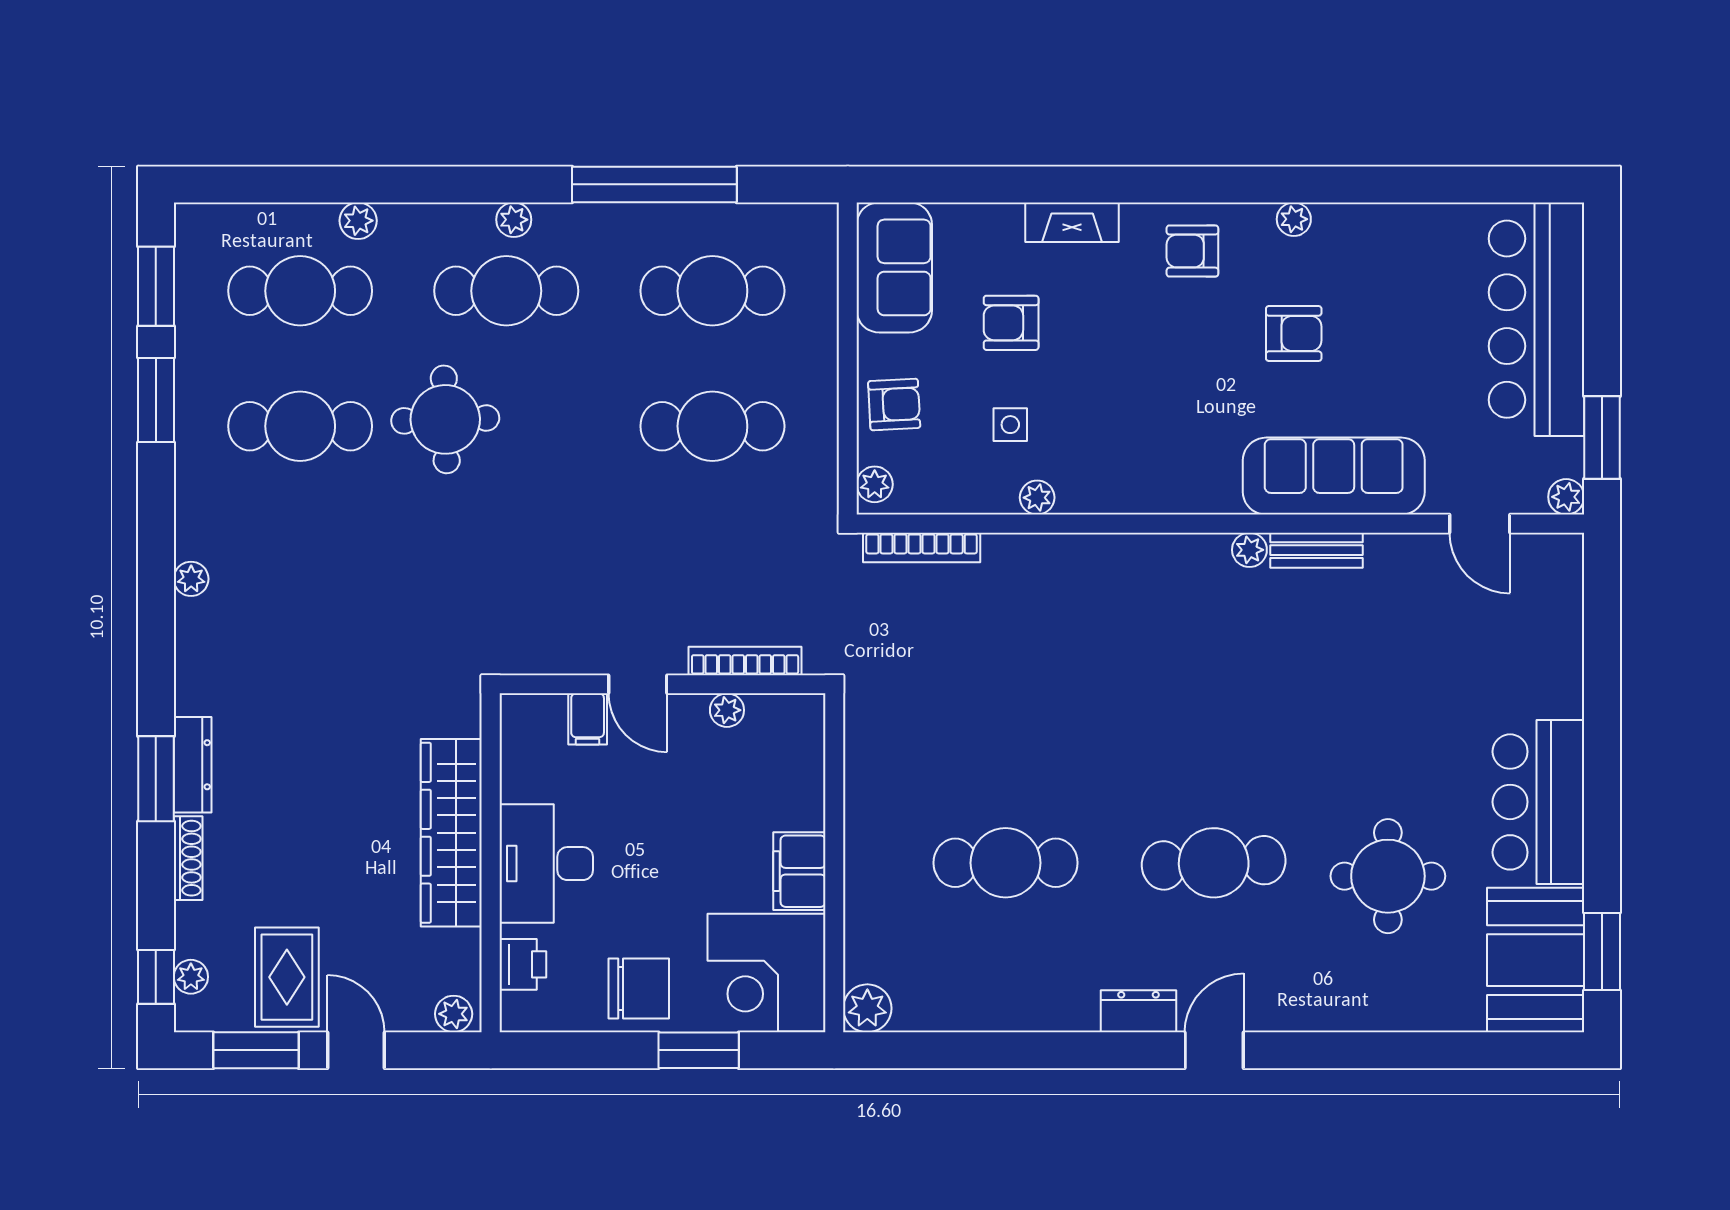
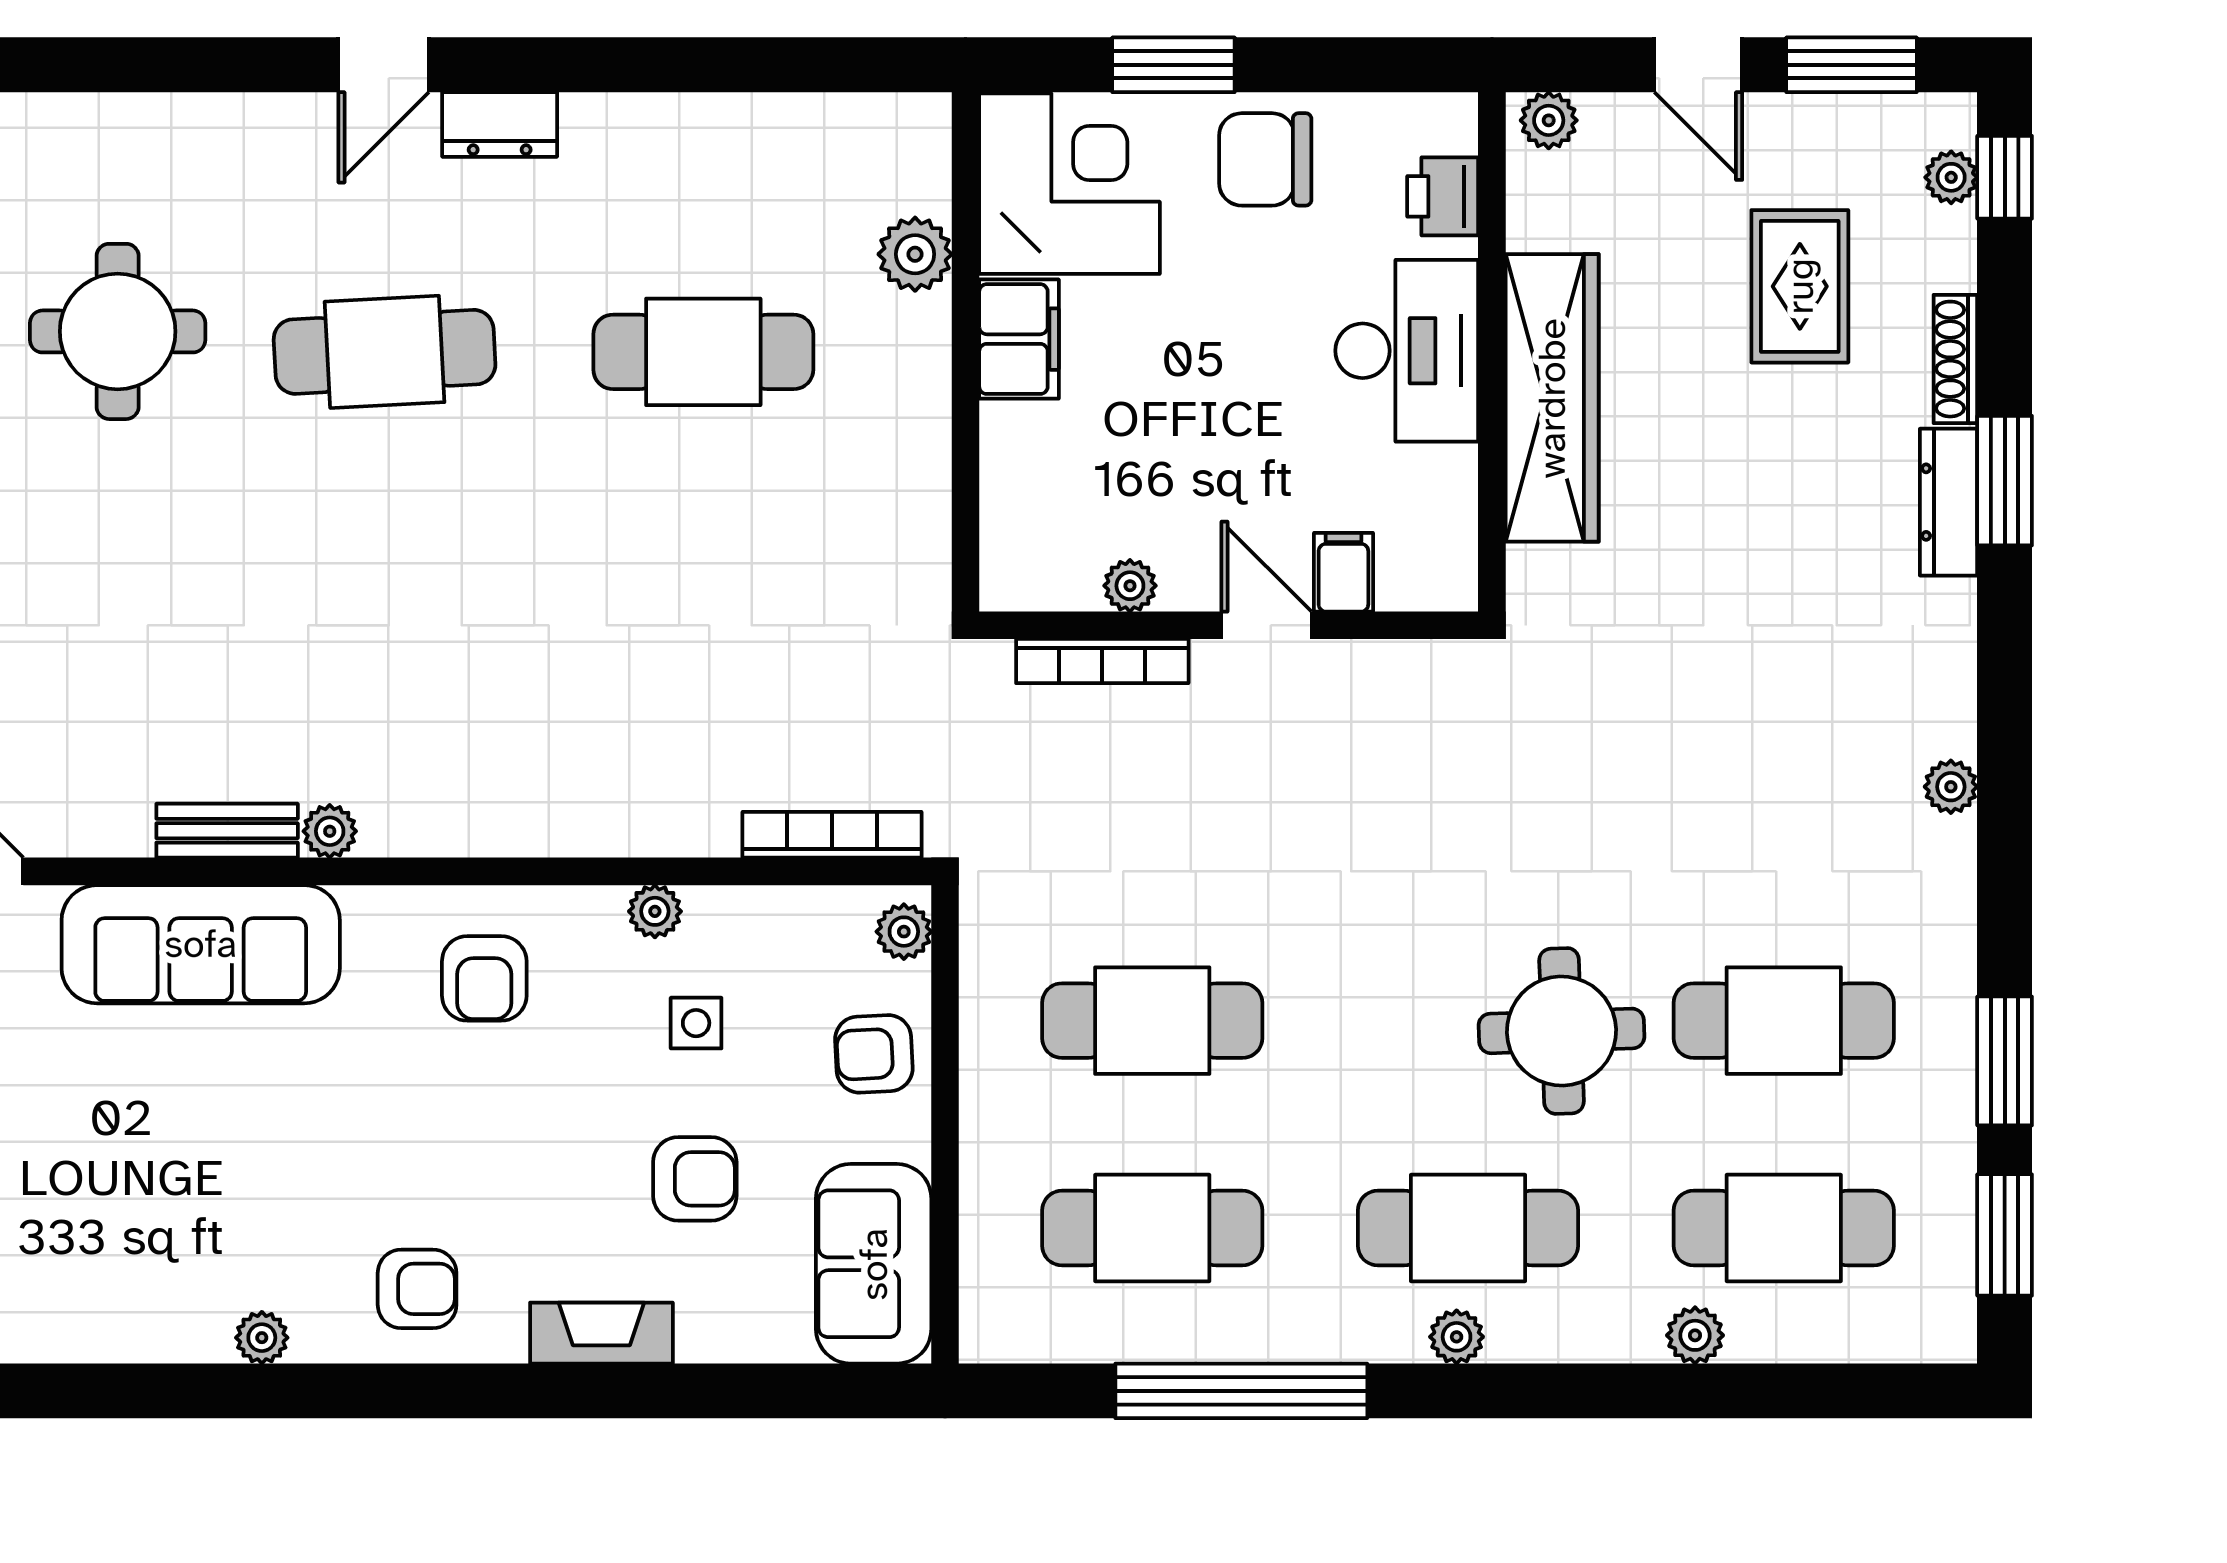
armchair: (1294, 334) -> (484, 978), moved, turned -90
rug: (287, 977) -> (1800, 286), moved
plant: (867, 1008) -> (915, 254), moved

